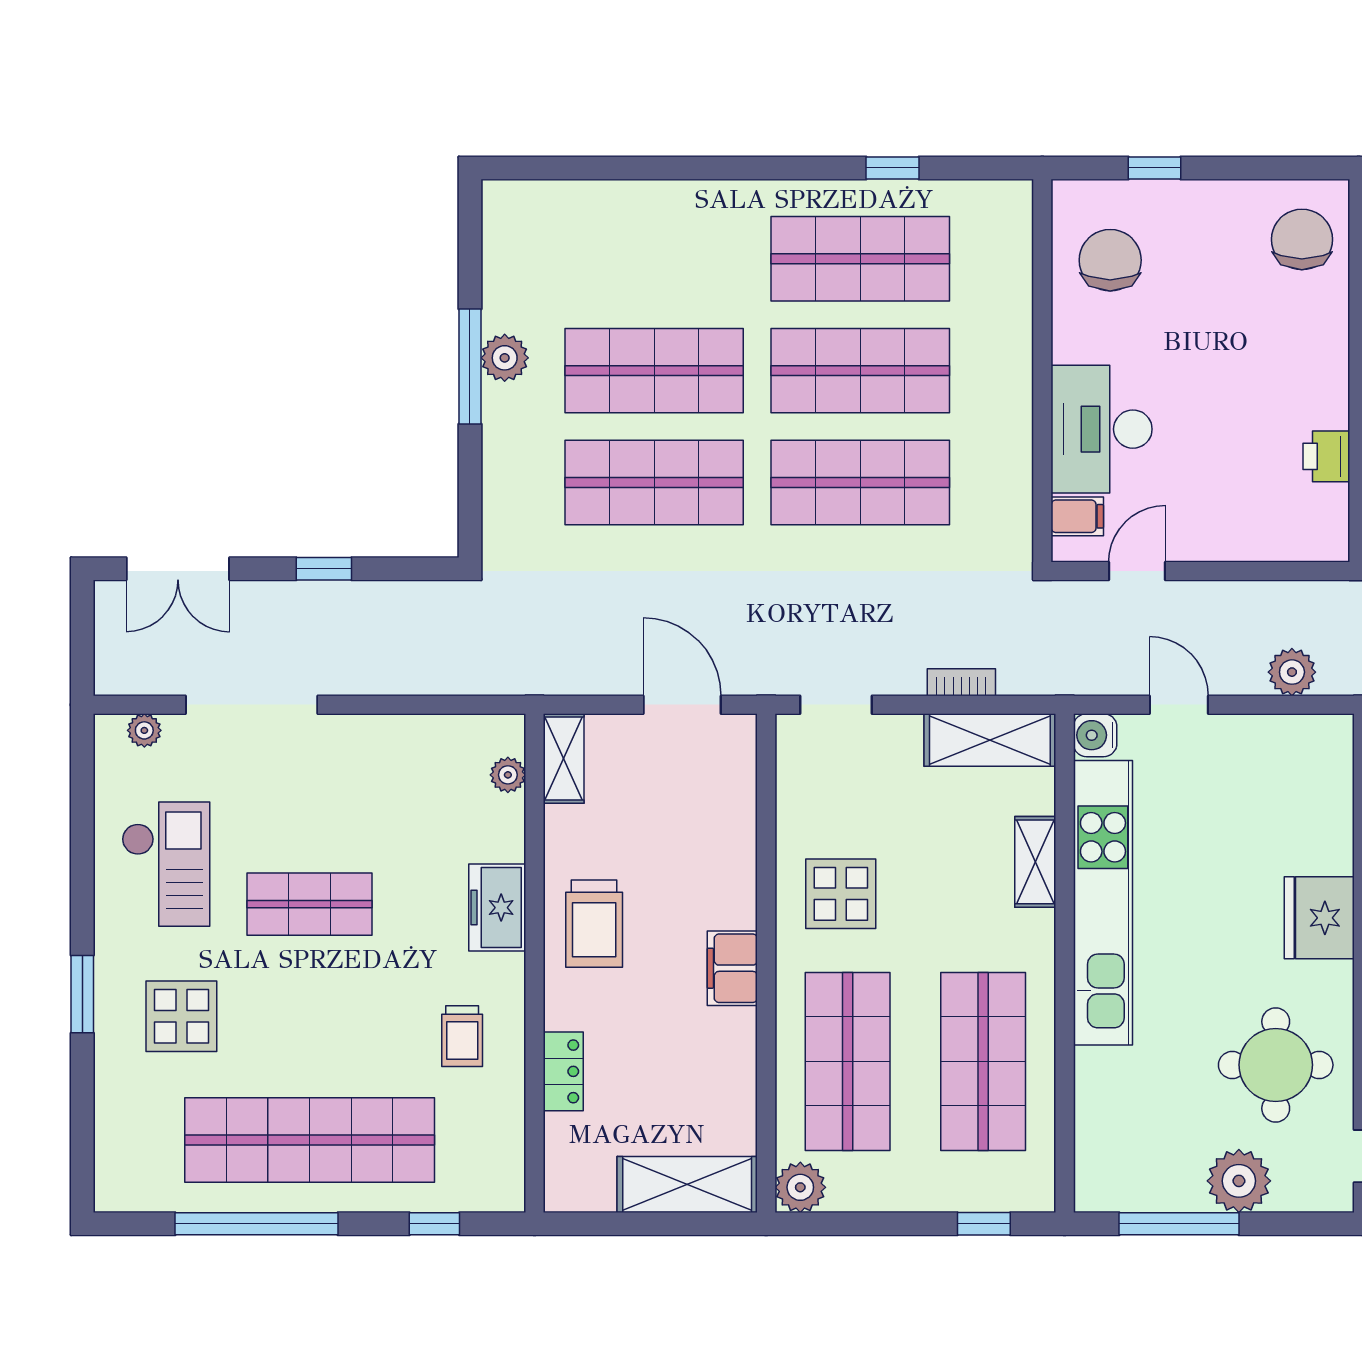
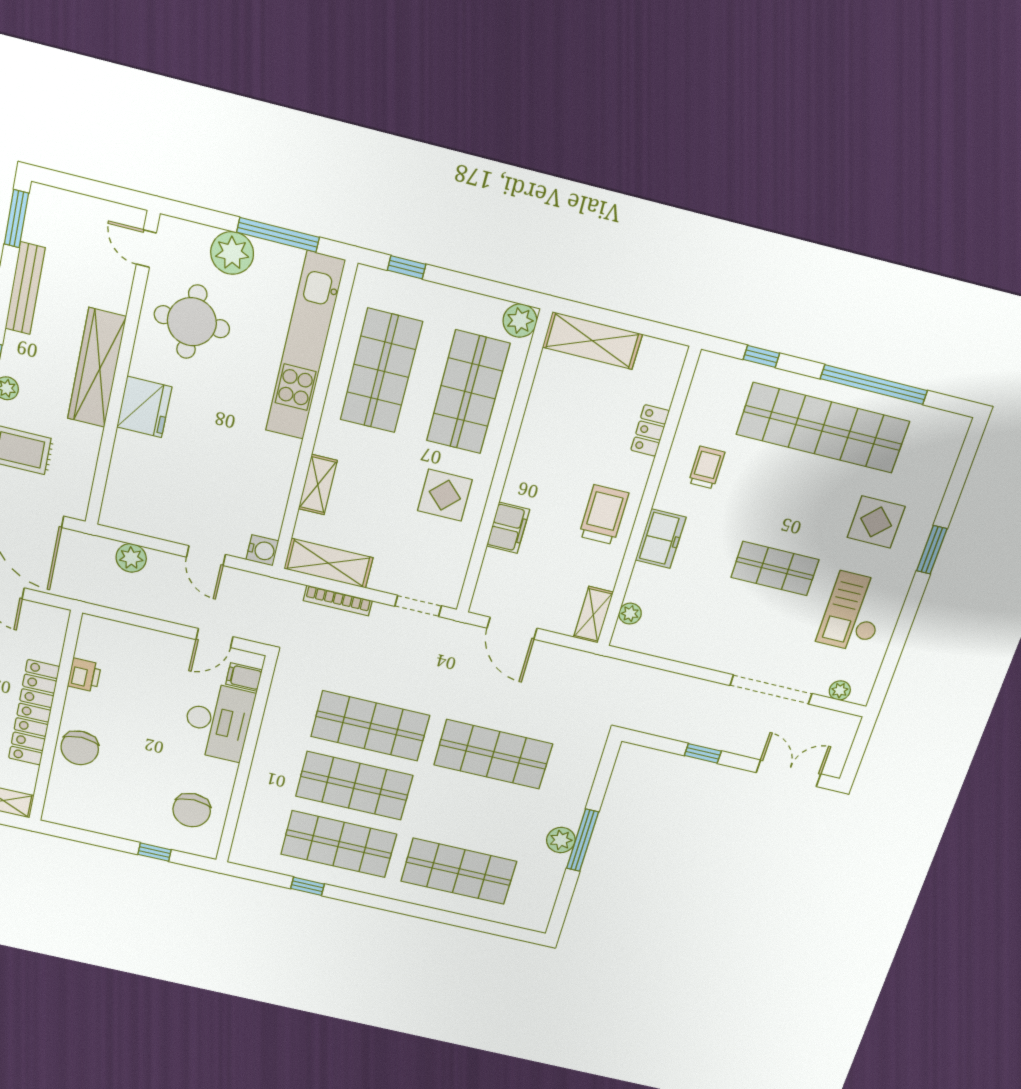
chair: (1302, 239) -> (80, 748), moved
shop shelf: (654, 371) -> (459, 871), moved
bookcase: (961, 682) -> (338, 601), width x1.56
kitchen unit: (1103, 903) -> (305, 346), moved
filing cabinet: (732, 968) -> (508, 528), moved

